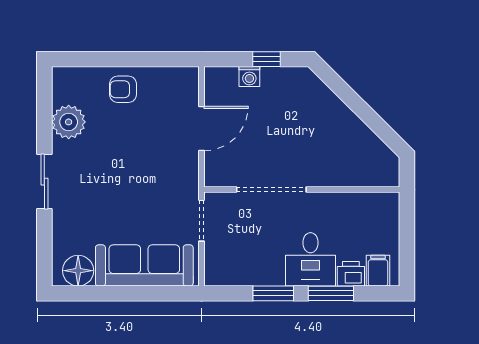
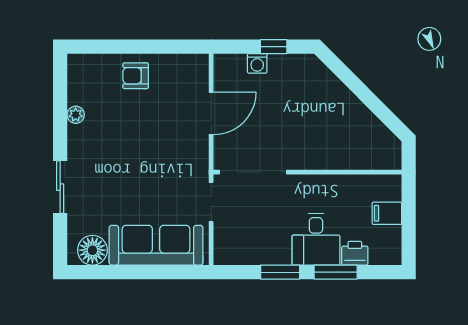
plant: (69, 122) -> (76, 115), width x0.53, depth x0.53
sliding door: (44, 182) -> (60, 187), moved
doorway: (271, 189) -> (253, 172), moved
filing cabinet: (378, 271) -> (387, 213), moved, turned -90

